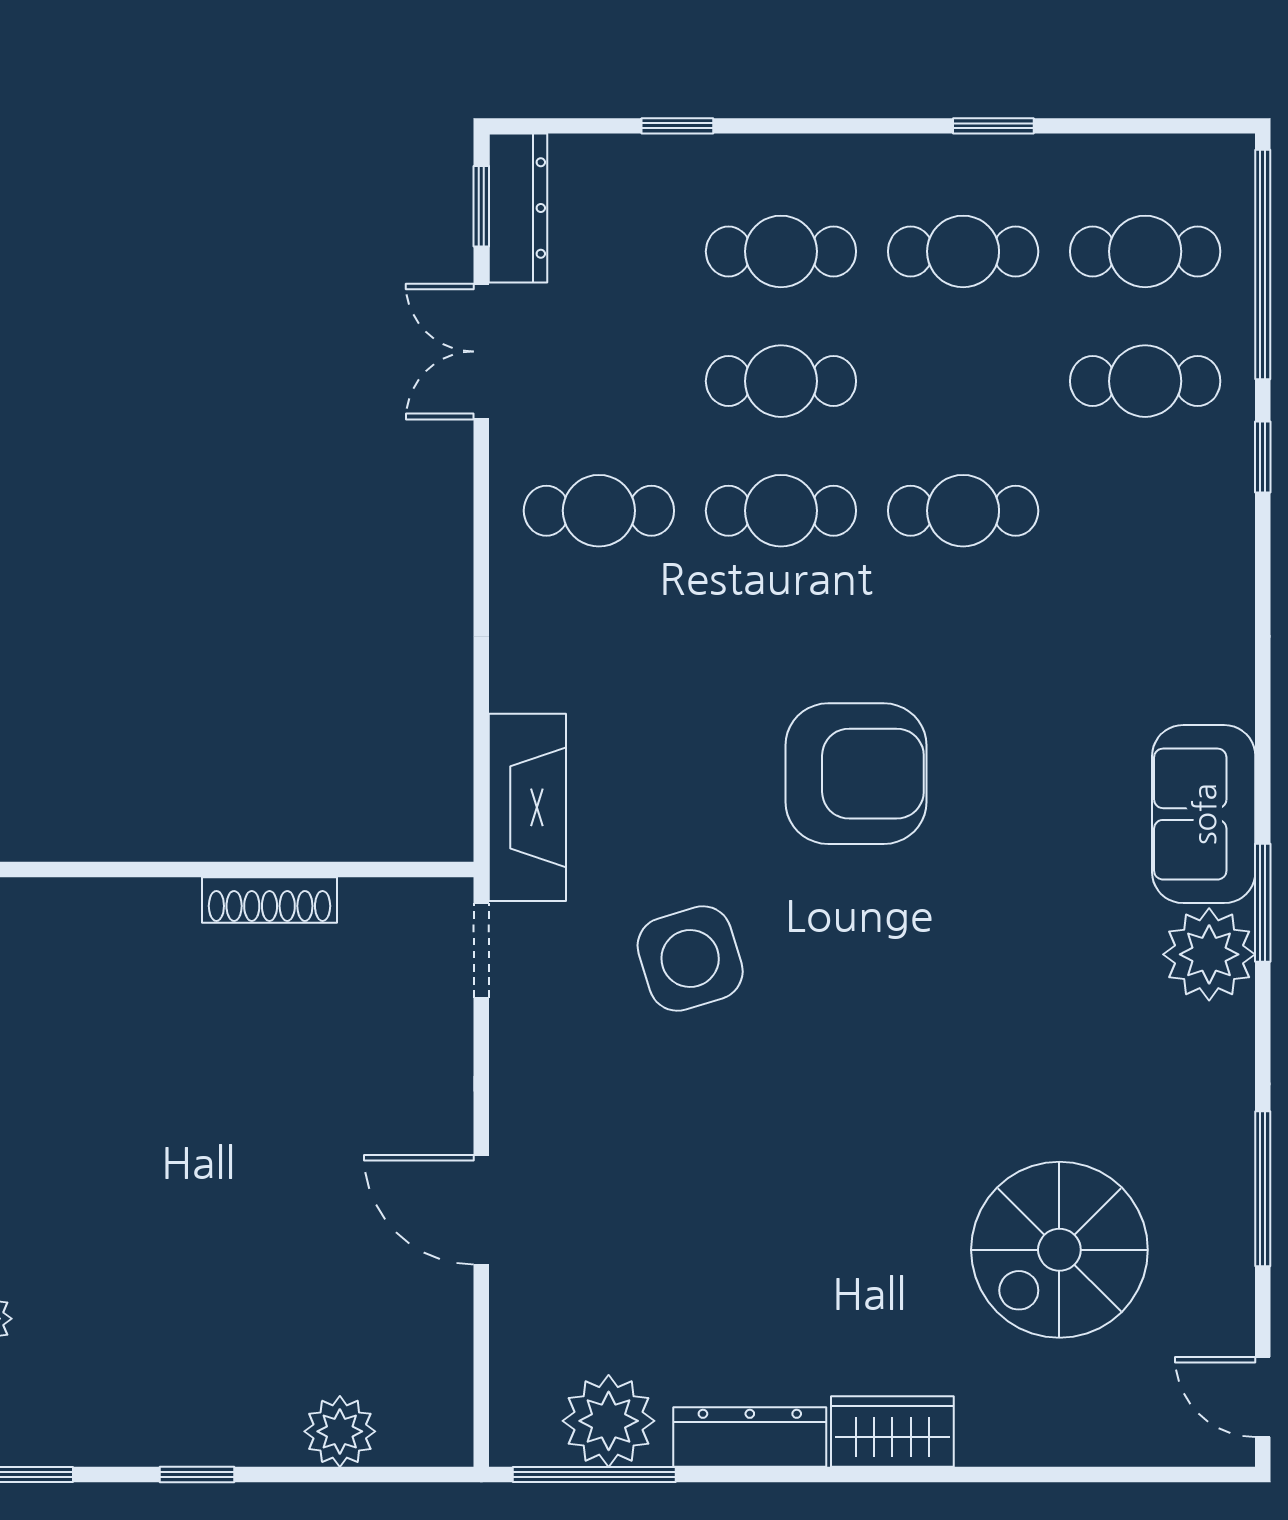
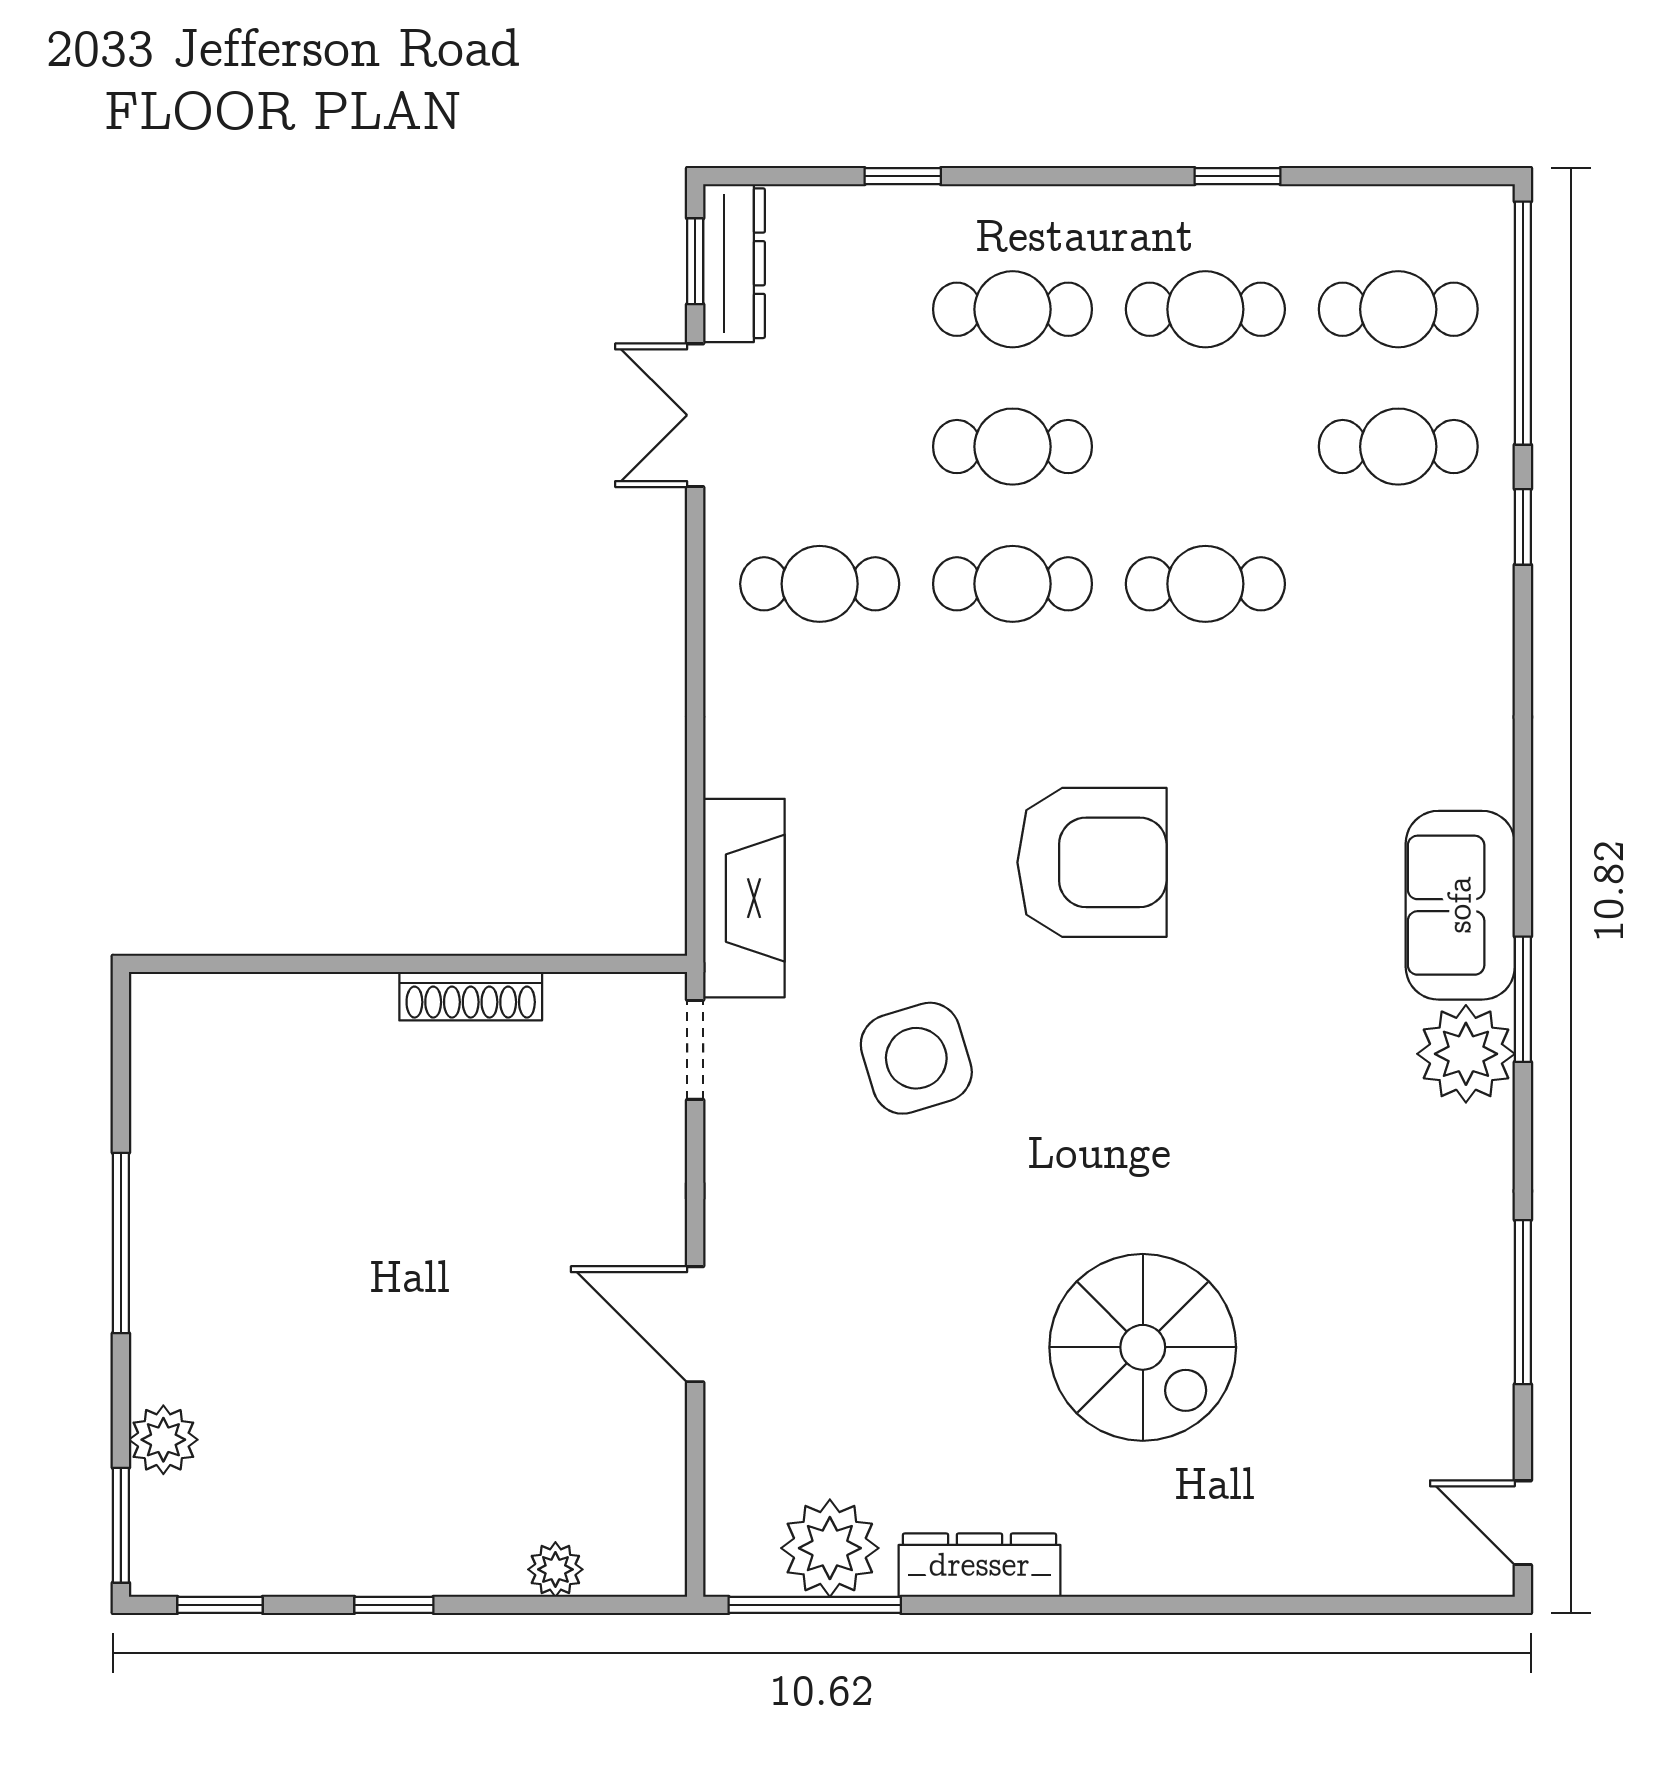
spiral stairs: (1059, 1250) -> (1143, 1347), moved, turned -90
plant: (340, 1431) -> (555, 1569), width x0.73, depth x0.73
wardrobe: (892, 1432) -> (1131, 1559), removed

